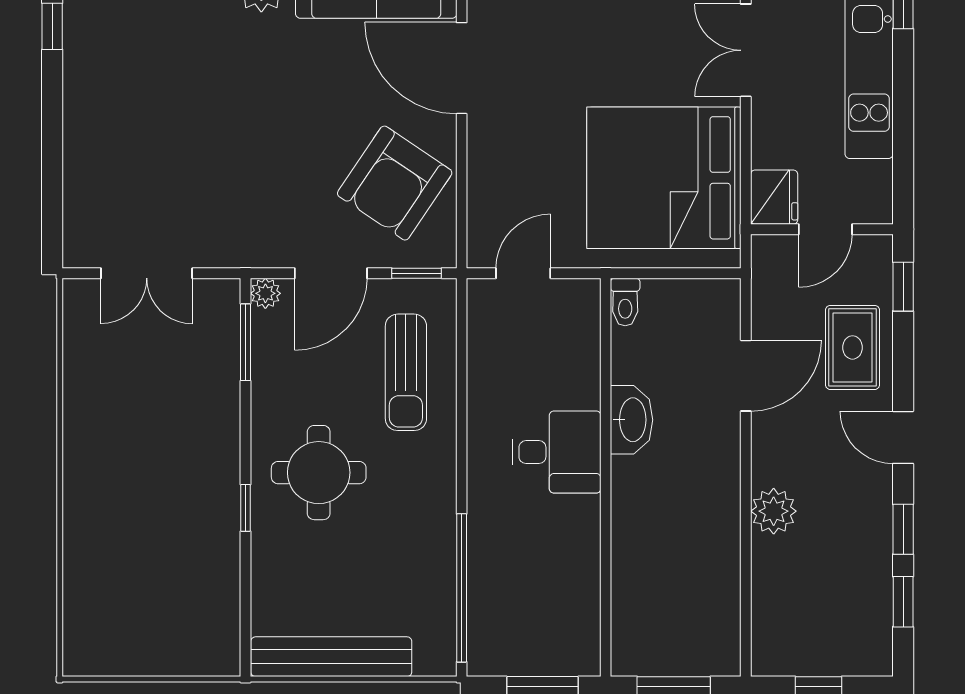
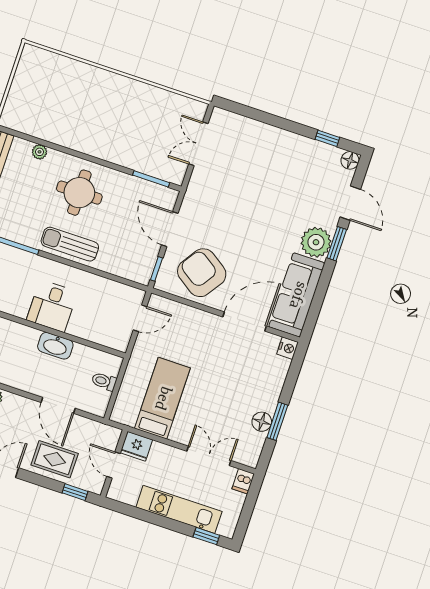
bed: (664, 178) -> (162, 398), width x0.49
door: (523, 273) -> (140, 318), hinge flipped
plant: (265, 293) -> (40, 152), moved
toilet: (625, 302) -> (104, 381), moved
sun lounger: (406, 372) -> (70, 244), moved
window: (245, 508) -> (74, 153), removed

